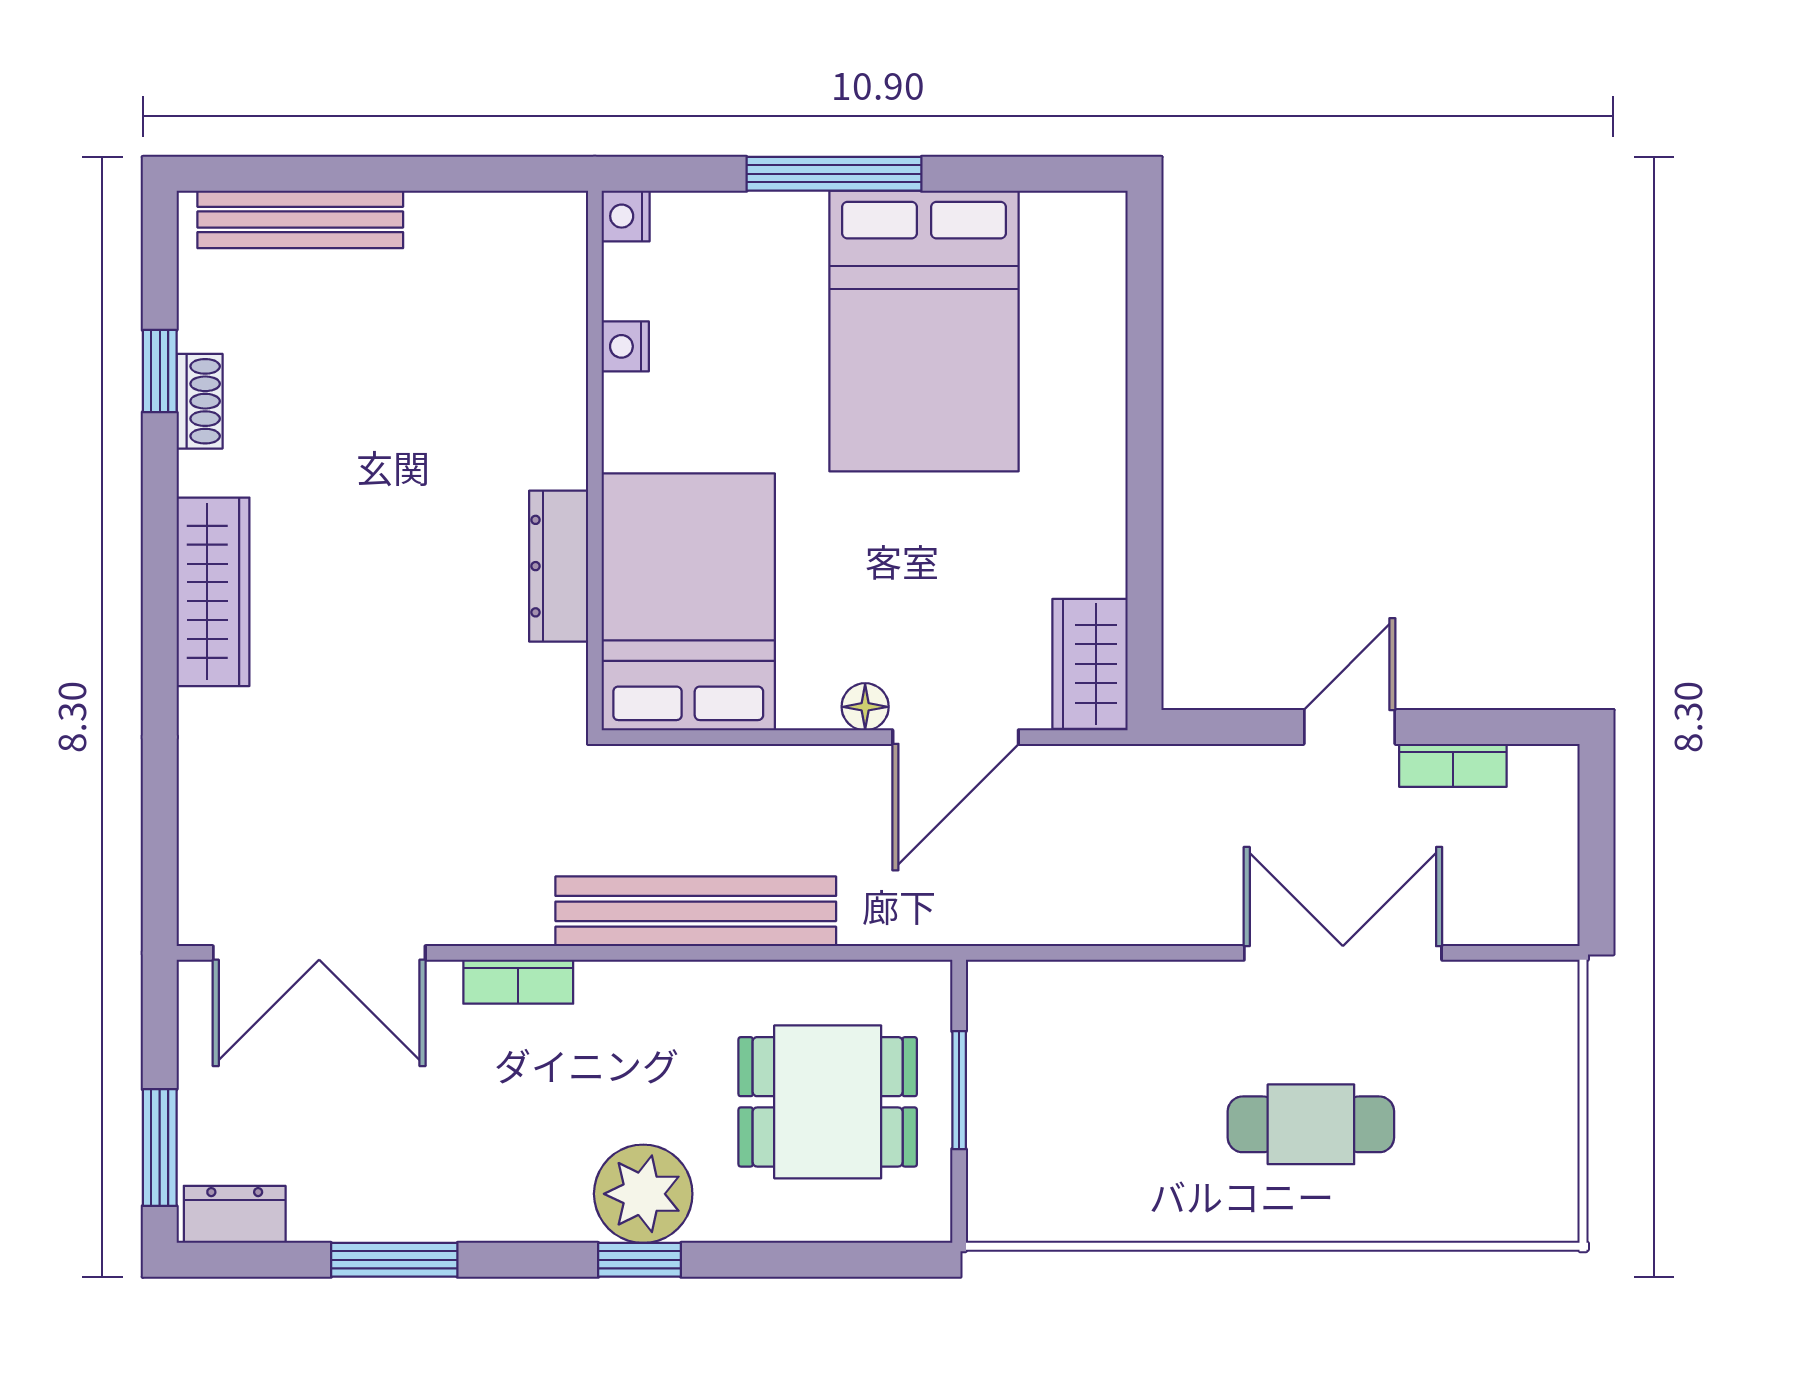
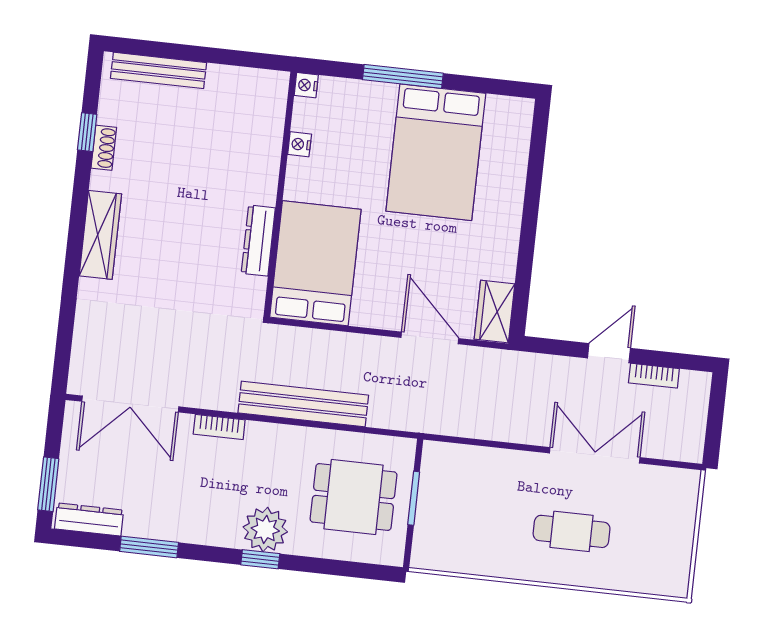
floor lamp: (865, 707) -> (390, 320), removed
door: (956, 737) -> (430, 338), swing flipped
dresser: (235, 1214) -> (89, 519), width x1.44

